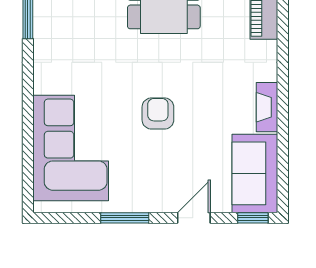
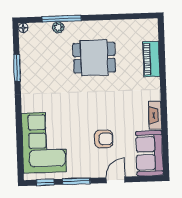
armchair: (158, 113) -> (104, 139), moved, turned 90
window: (253, 218) -> (45, 182), moved

